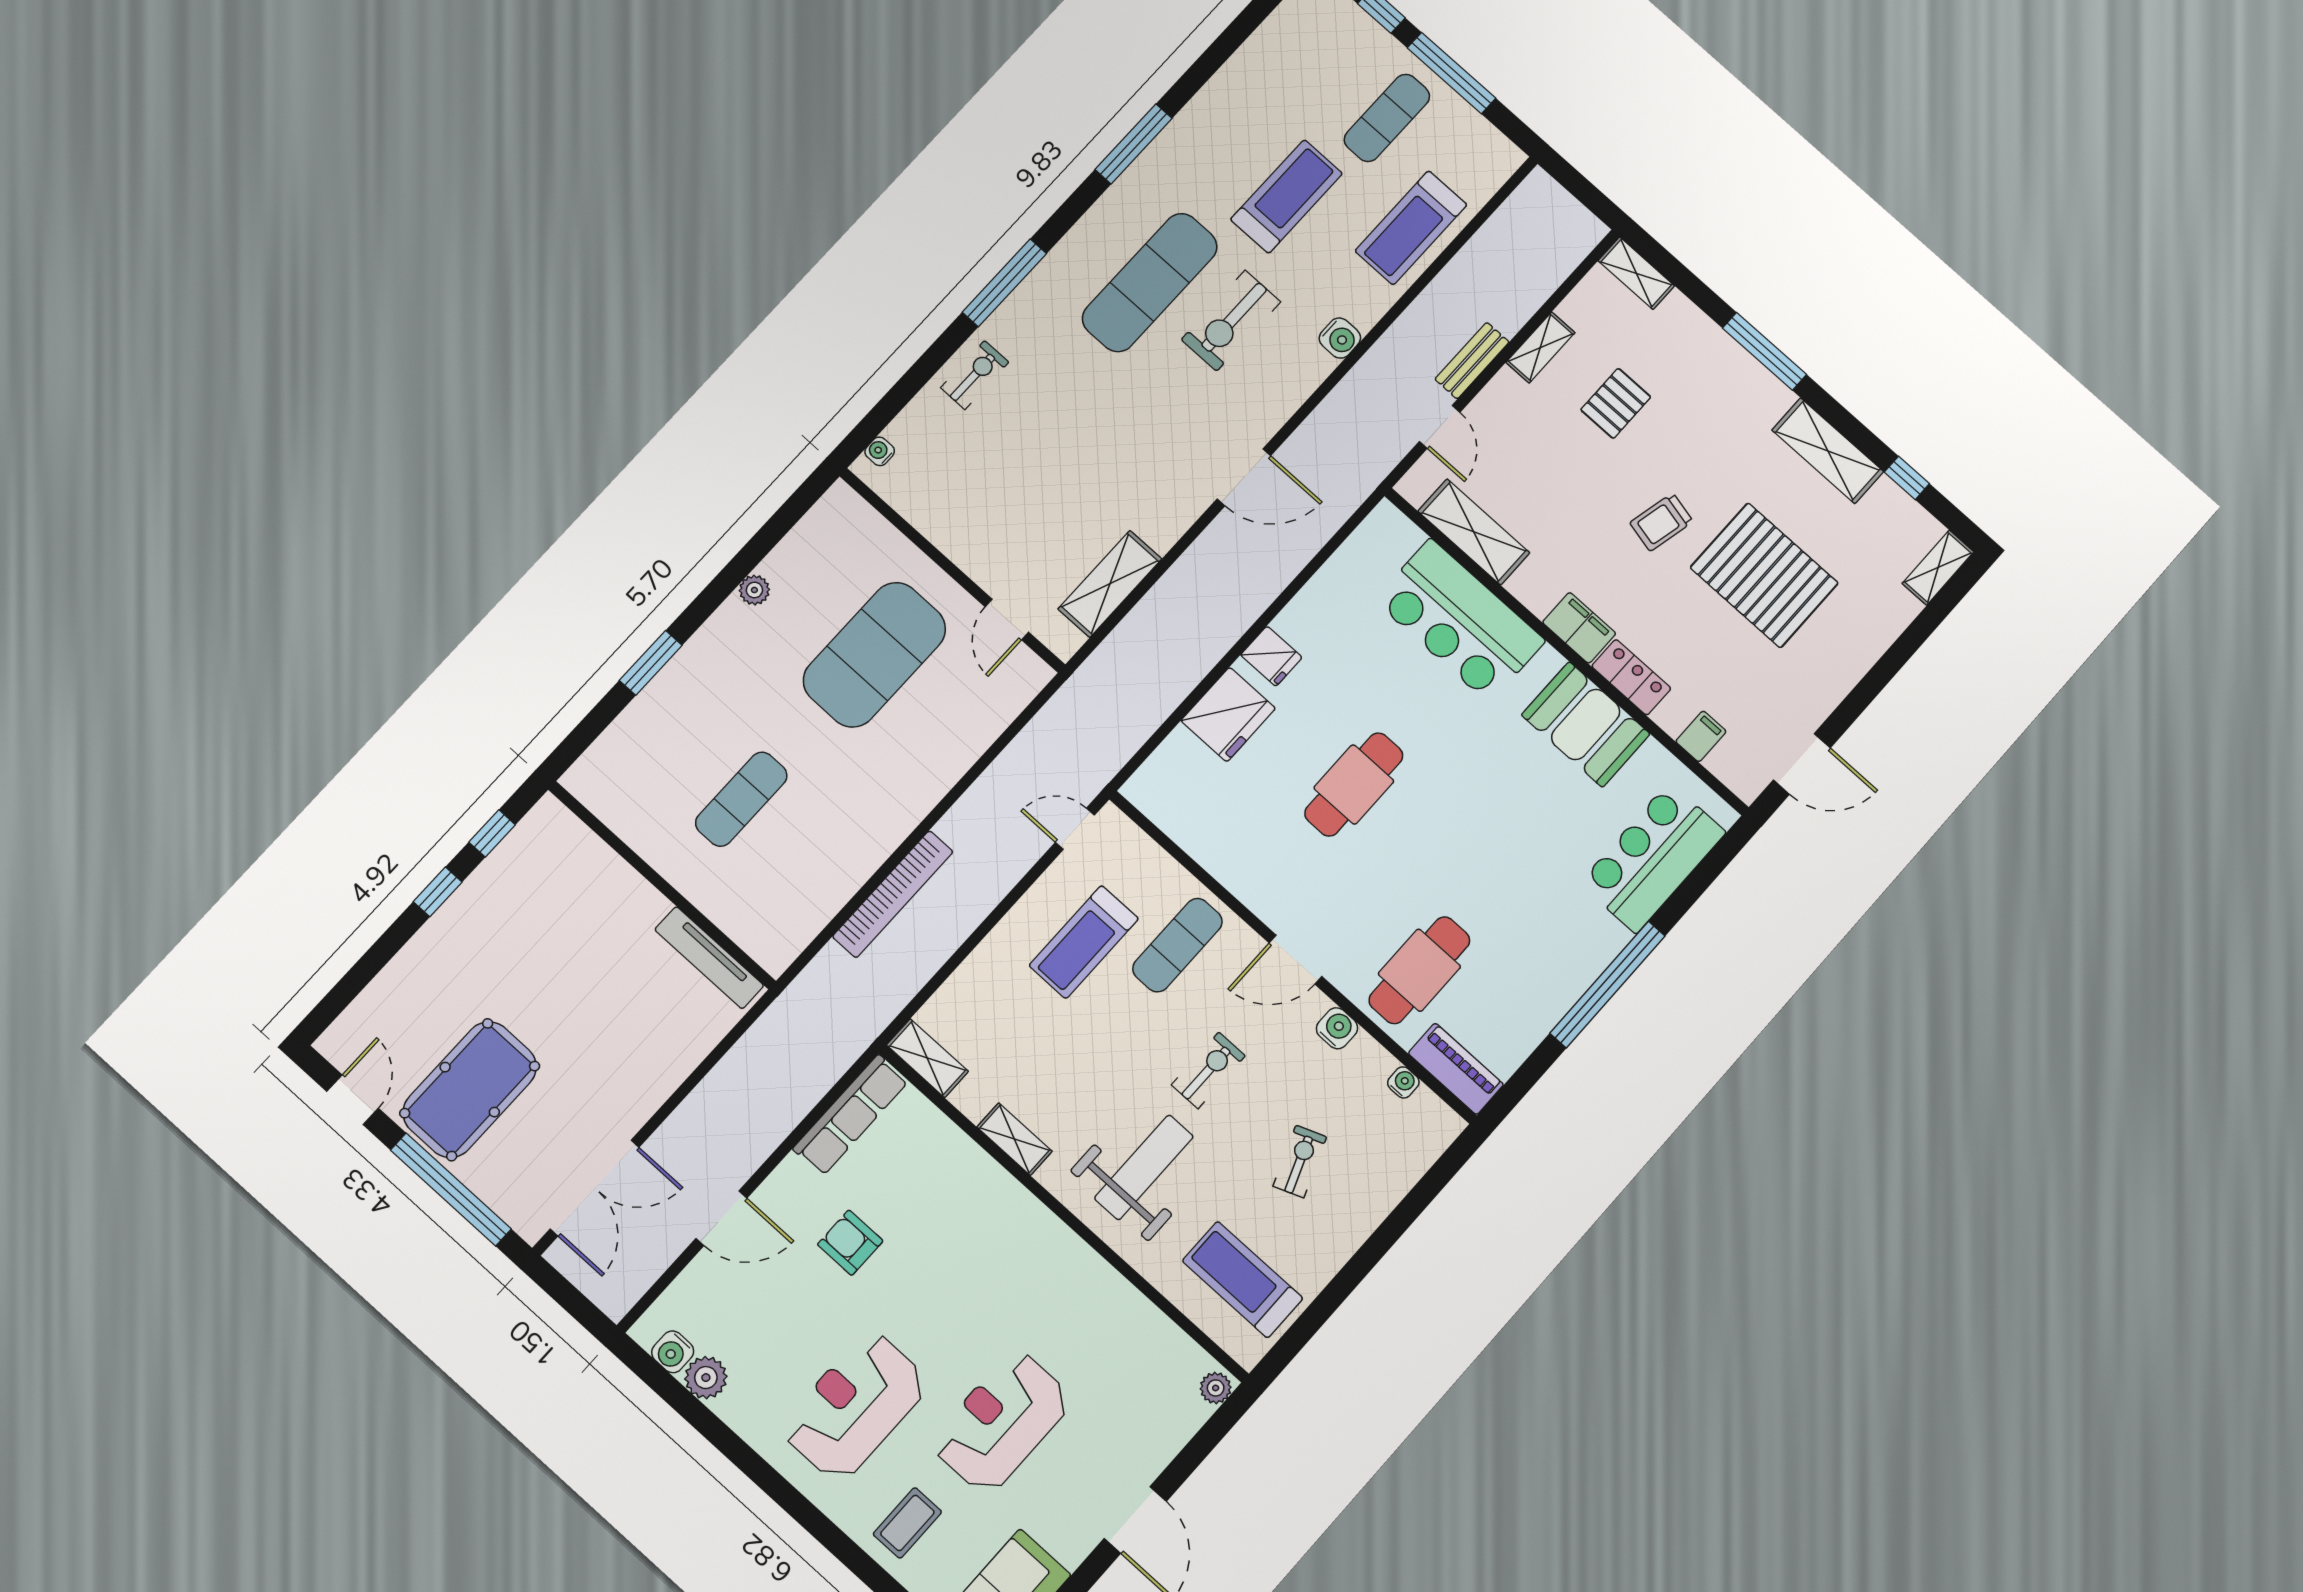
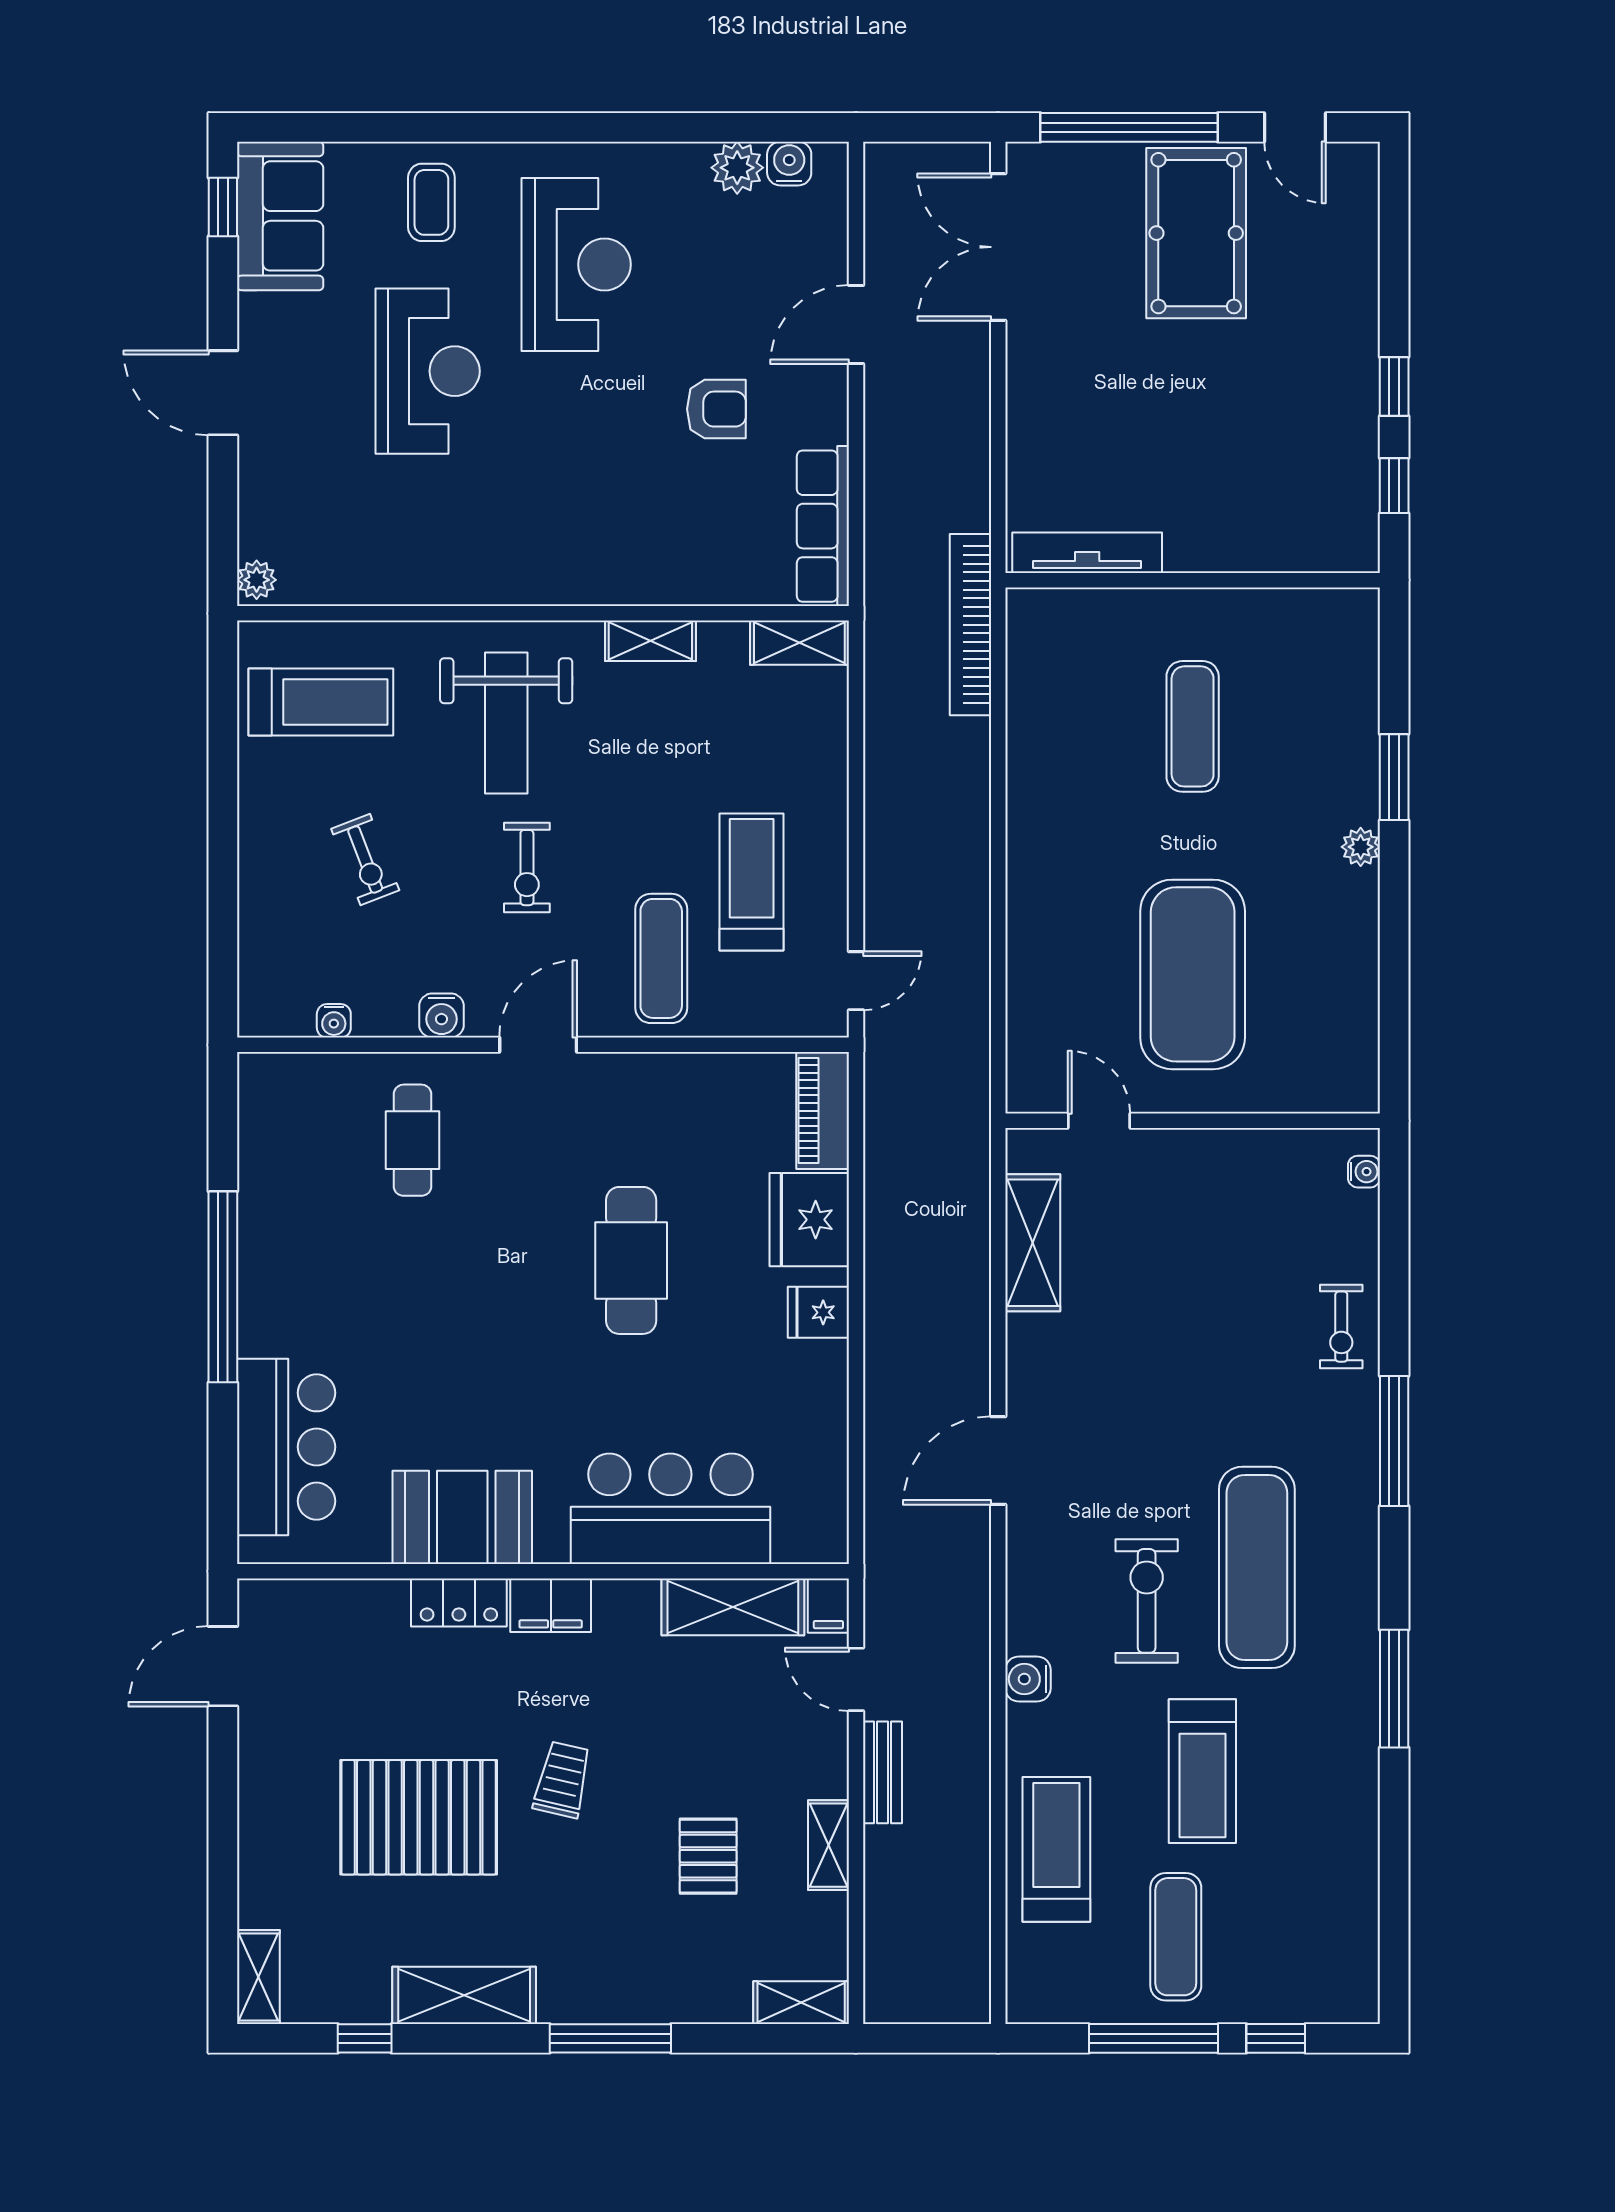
plant: (754, 590) -> (1361, 847), moved
filing cabinet: (1701, 736) -> (828, 1606), moved
bookcase: (893, 894) -> (970, 625), moved
cafe table: (1419, 970) -> (413, 1140), width x0.73, depth x0.74
piano: (1456, 1069) -> (823, 1111), moved, turned 90

